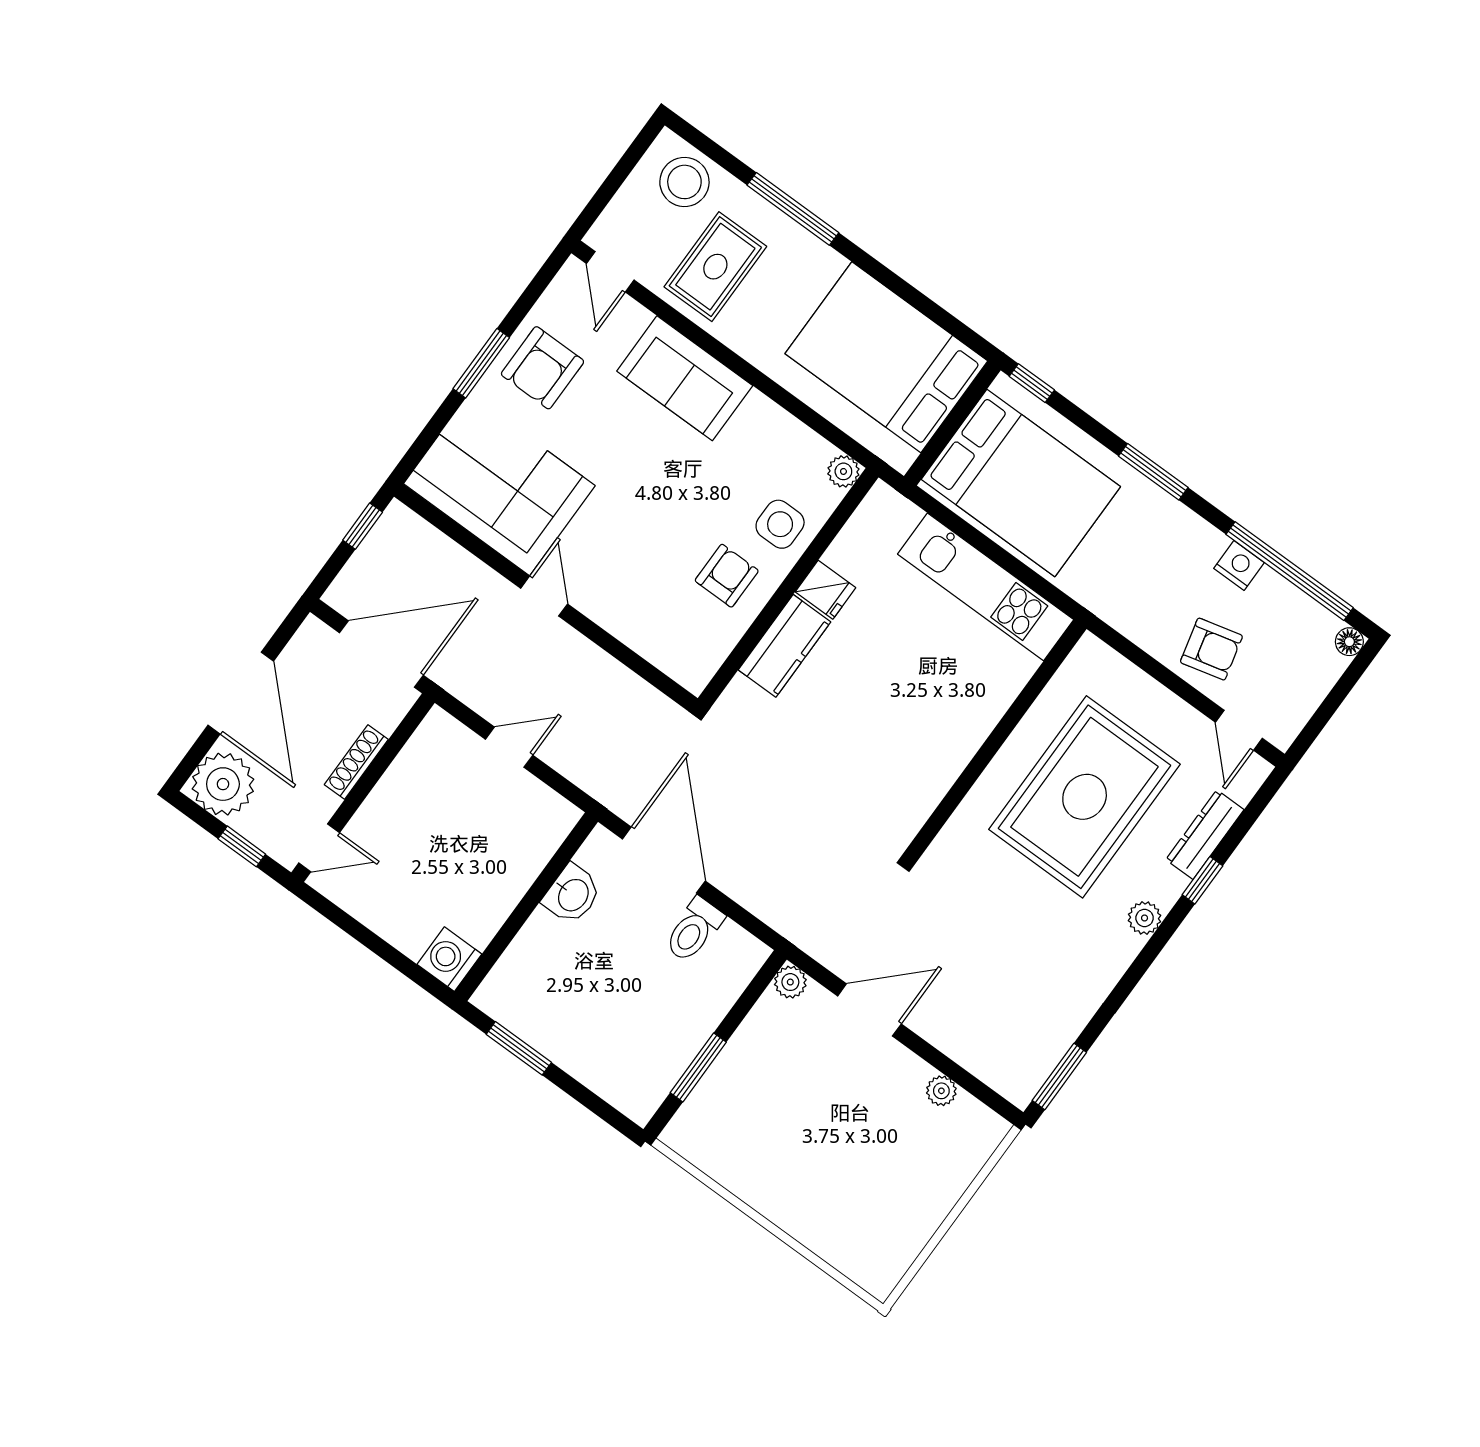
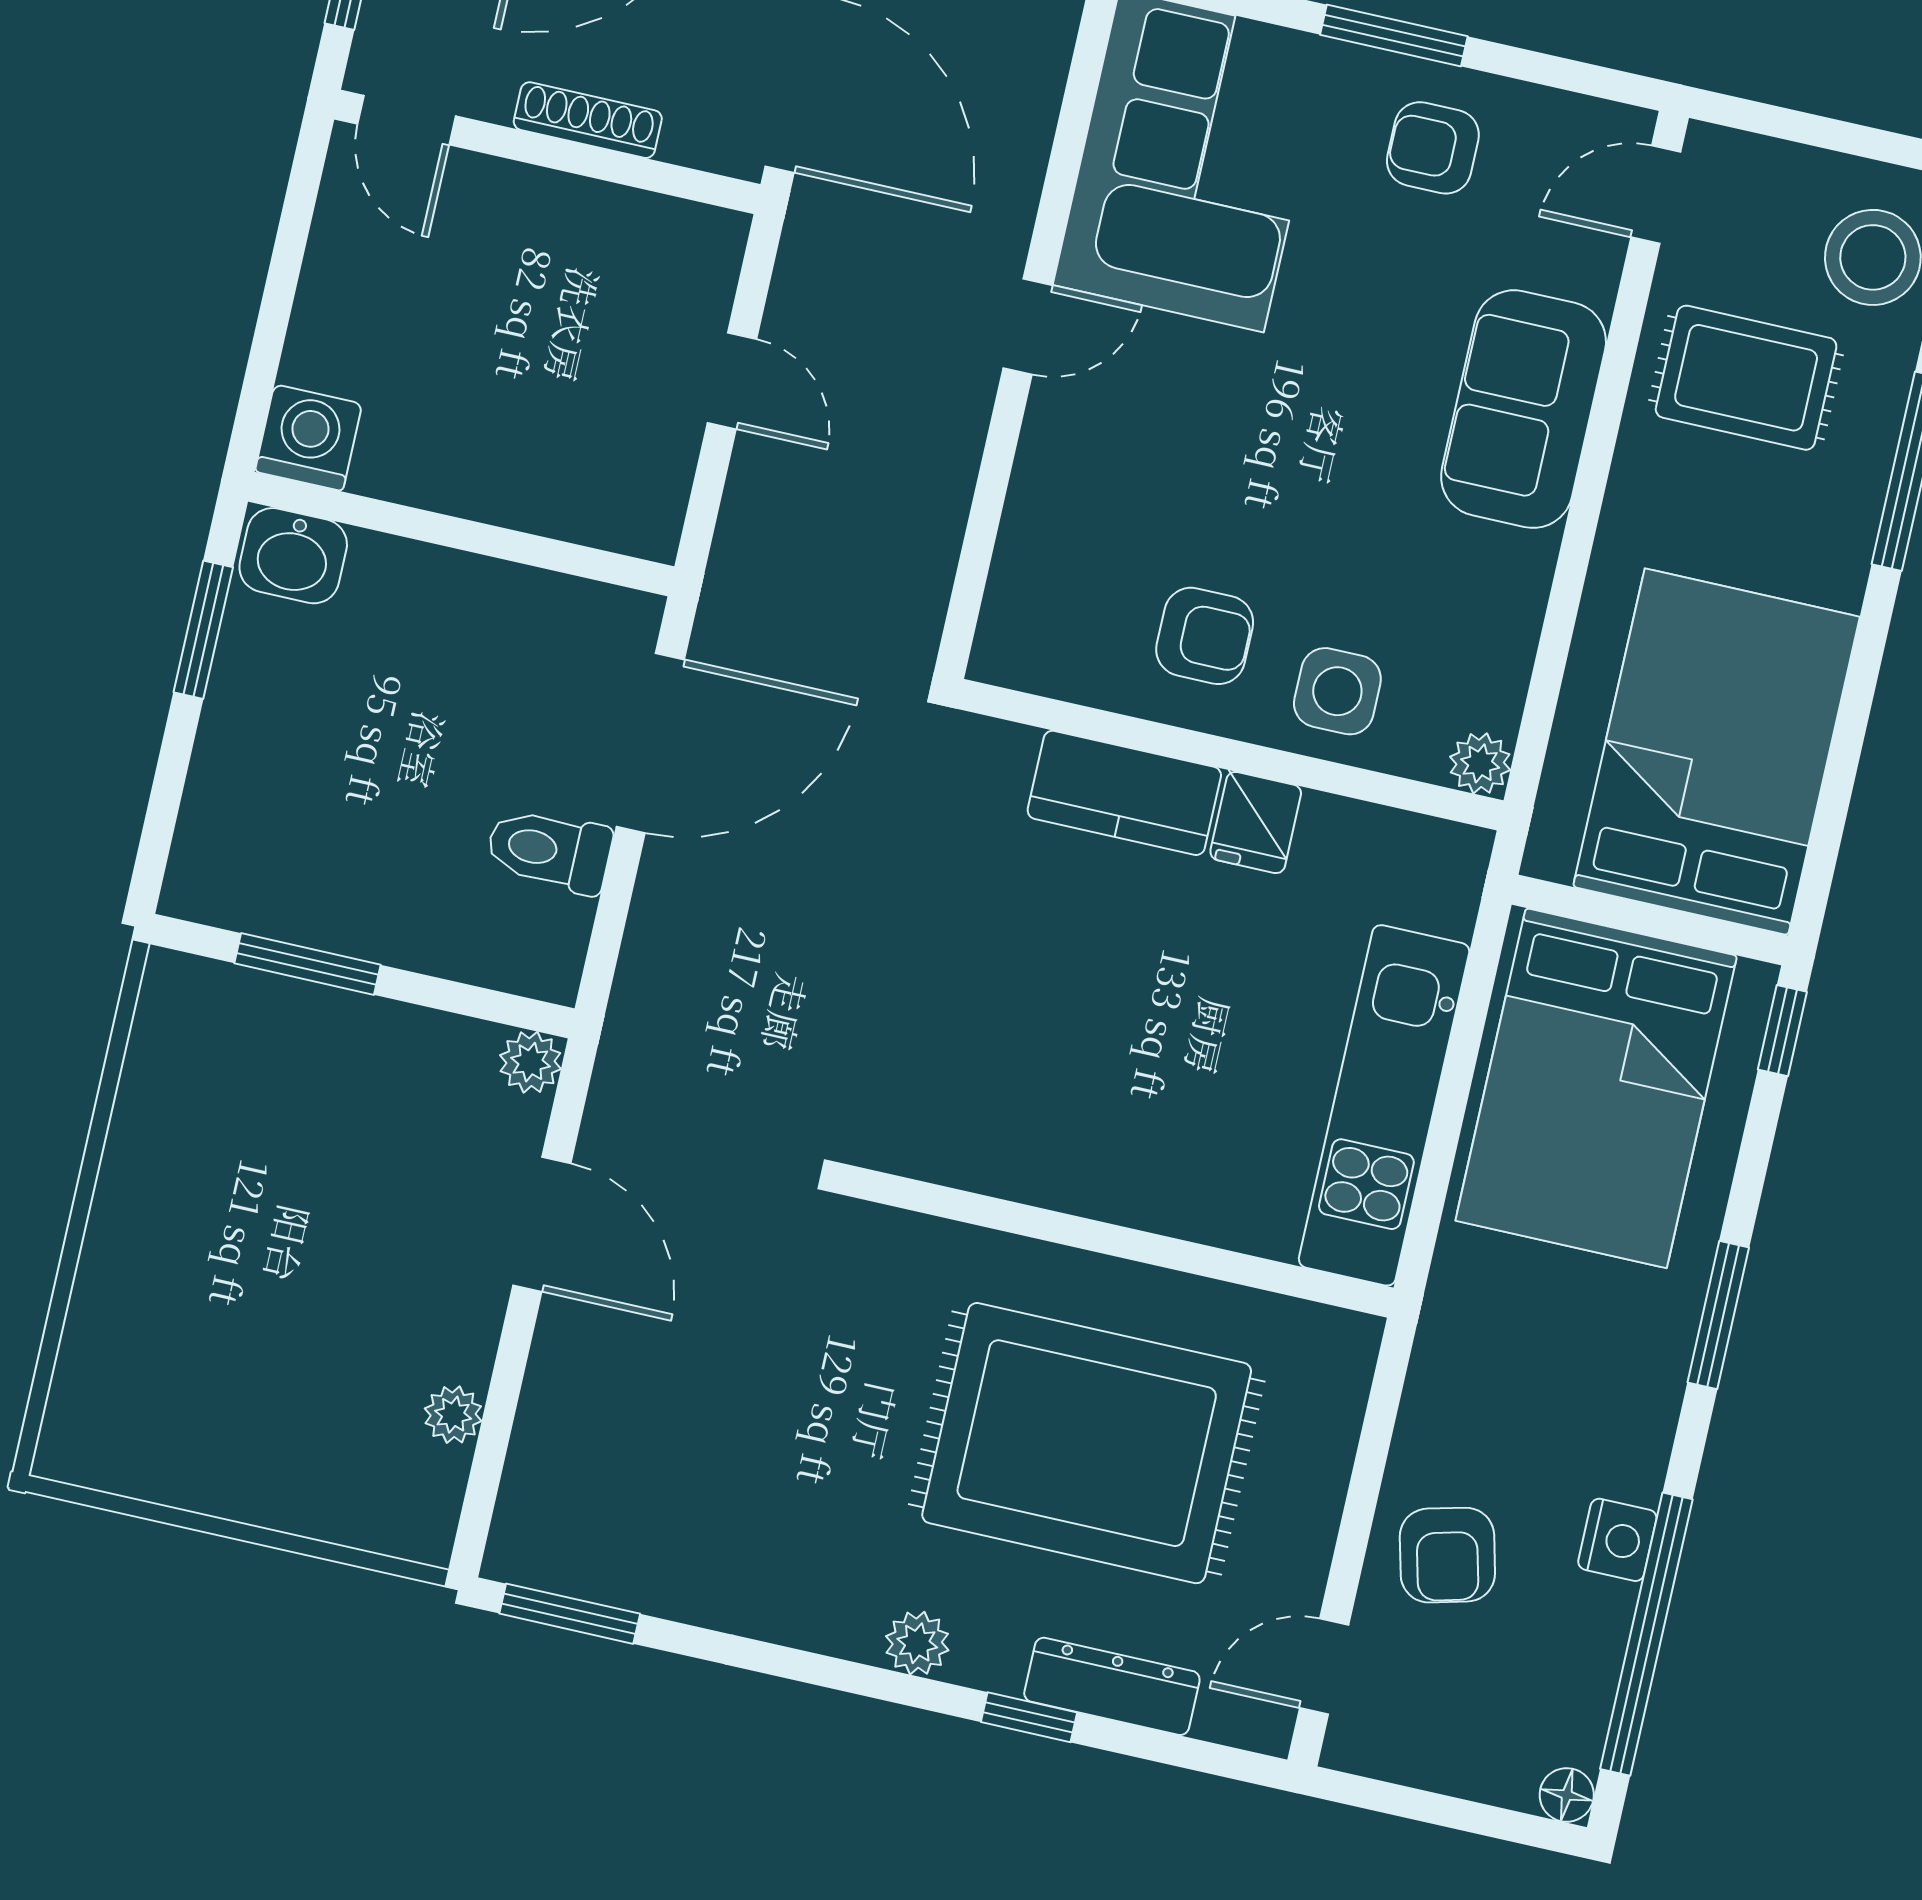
armchair: (542, 368) -> (1433, 148), width x0.72, depth x0.72
washbasin: (572, 894) -> (293, 556), moved

